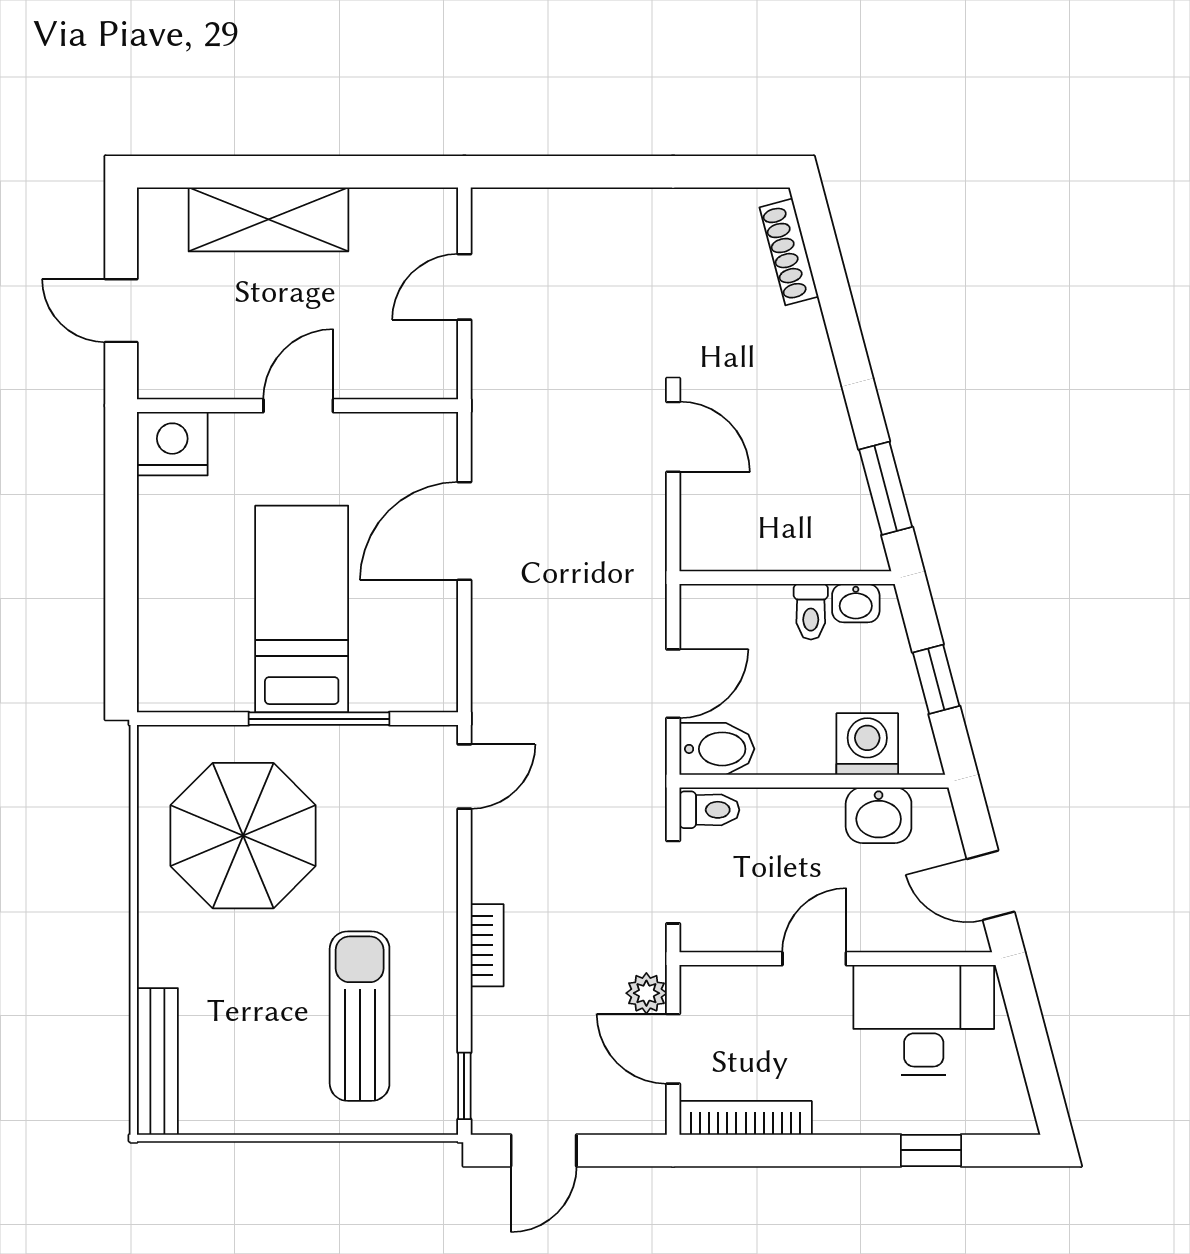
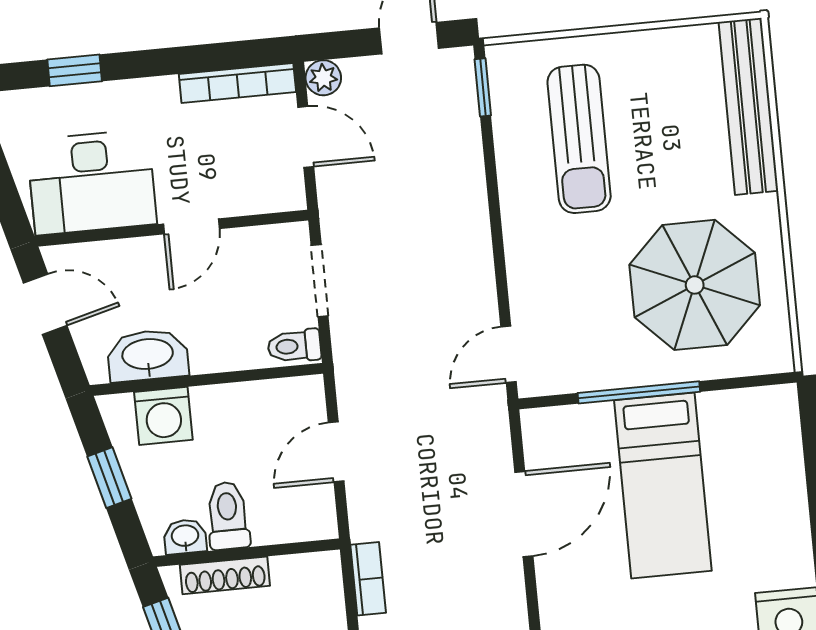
door: (464, 531) -> (524, 514), moved
shoe rack: (814, 554) -> (225, 575), added
toilet: (811, 612) -> (228, 516), width x1.37, depth x1.39
bidet: (717, 749) -> (293, 399), removed
washbasin: (879, 815) -> (148, 355), width x1.38
bookcase: (487, 945) -> (368, 579), moved, turned 180
plant: (646, 993) -> (323, 78), moved
bench: (157, 1061) -> (748, 106), width x1.37, depth x1.21

